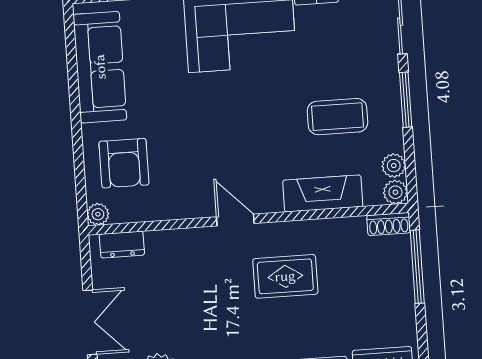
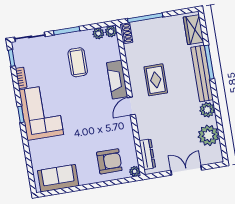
sofa: (100, 67) -> (58, 178), width x0.73
fireplace: (323, 193) -> (117, 80), moved
dresser: (122, 245) -> (147, 154), width x1.44

